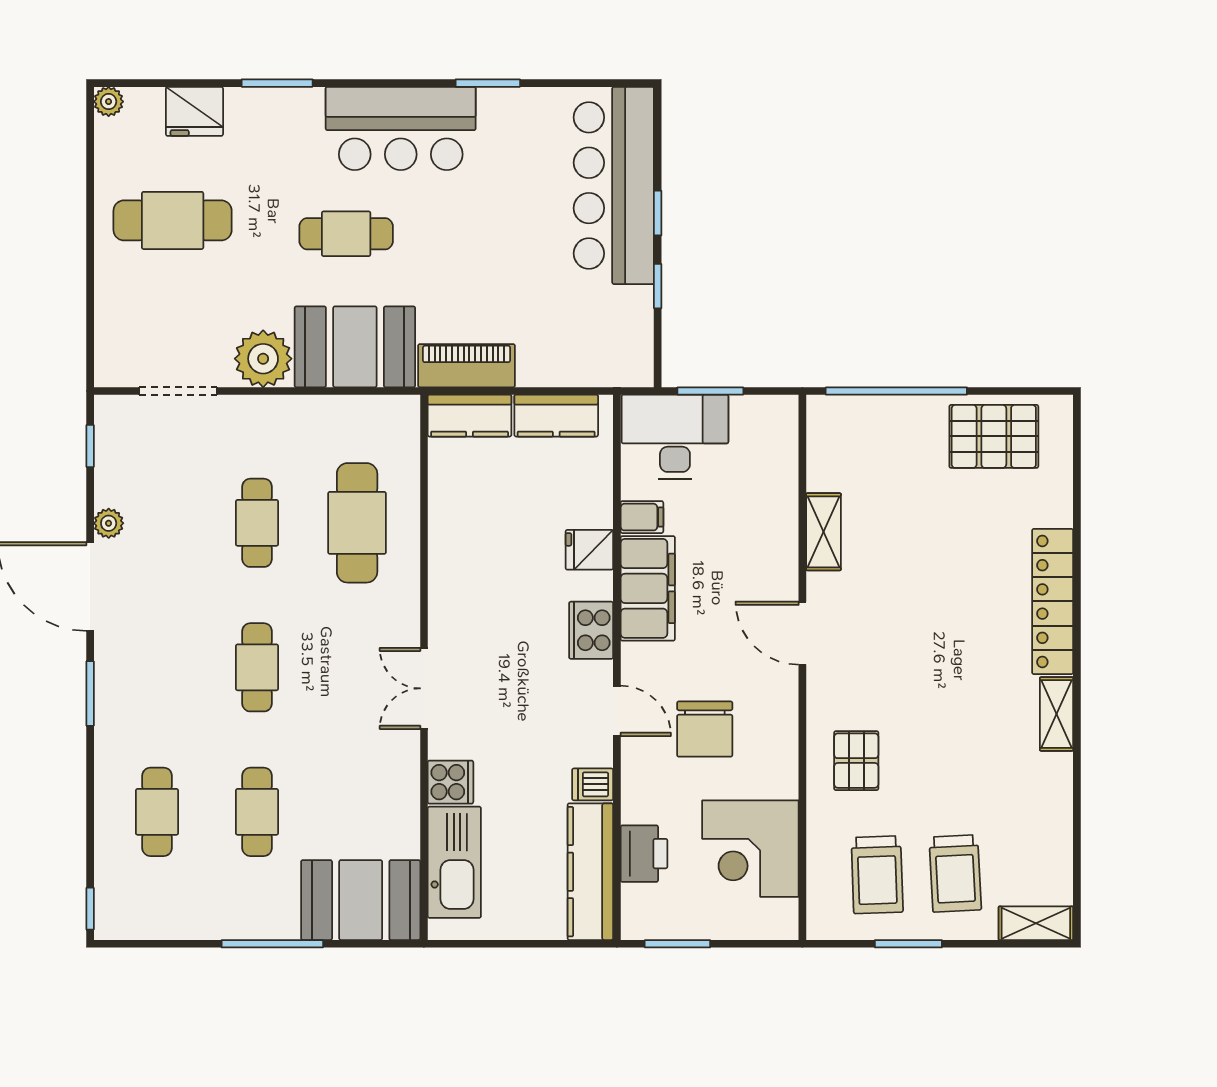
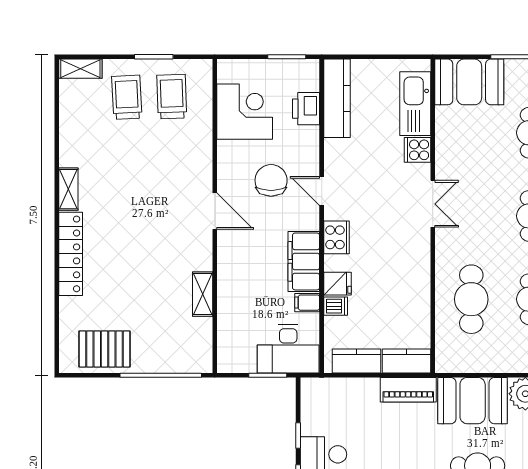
door: (802, 633) -> (215, 211), moved
pallet: (856, 761) -> (184, 162), removed
dishwasher: (593, 784) -> (336, 306), moved

